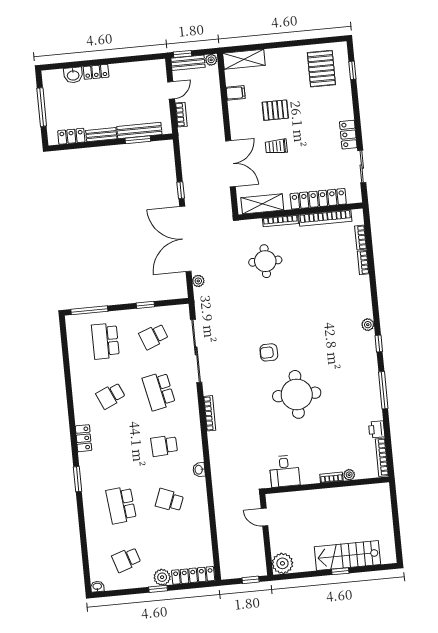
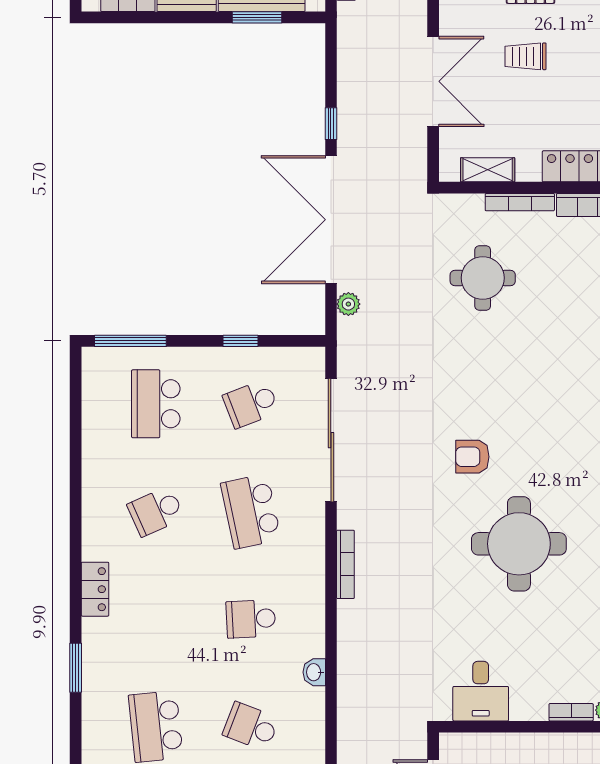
shelving: (262, 204) -> (488, 170), width x0.67, depth x0.75

